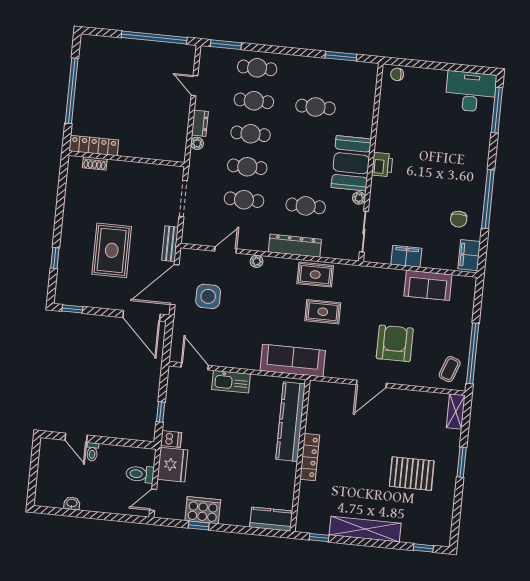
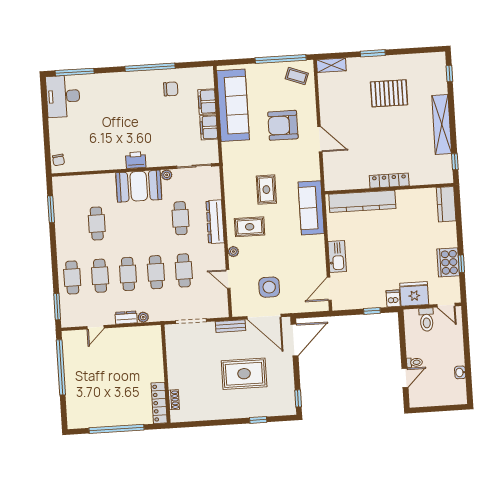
filing cabinet: (469, 255) -> (207, 102), moved, turned 90
rug: (315, 275) -> (250, 227), moved, turned 90
sofa: (428, 285) -> (233, 105), width x1.85, depth x1.27
pallet: (412, 474) -> (389, 93), turned 90

